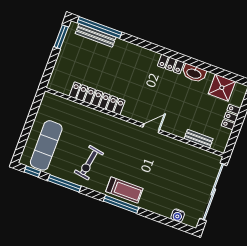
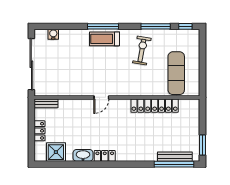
bench: (199, 139) -> (46, 103), moved
exercise mat: (46, 145) -> (176, 73), moved

